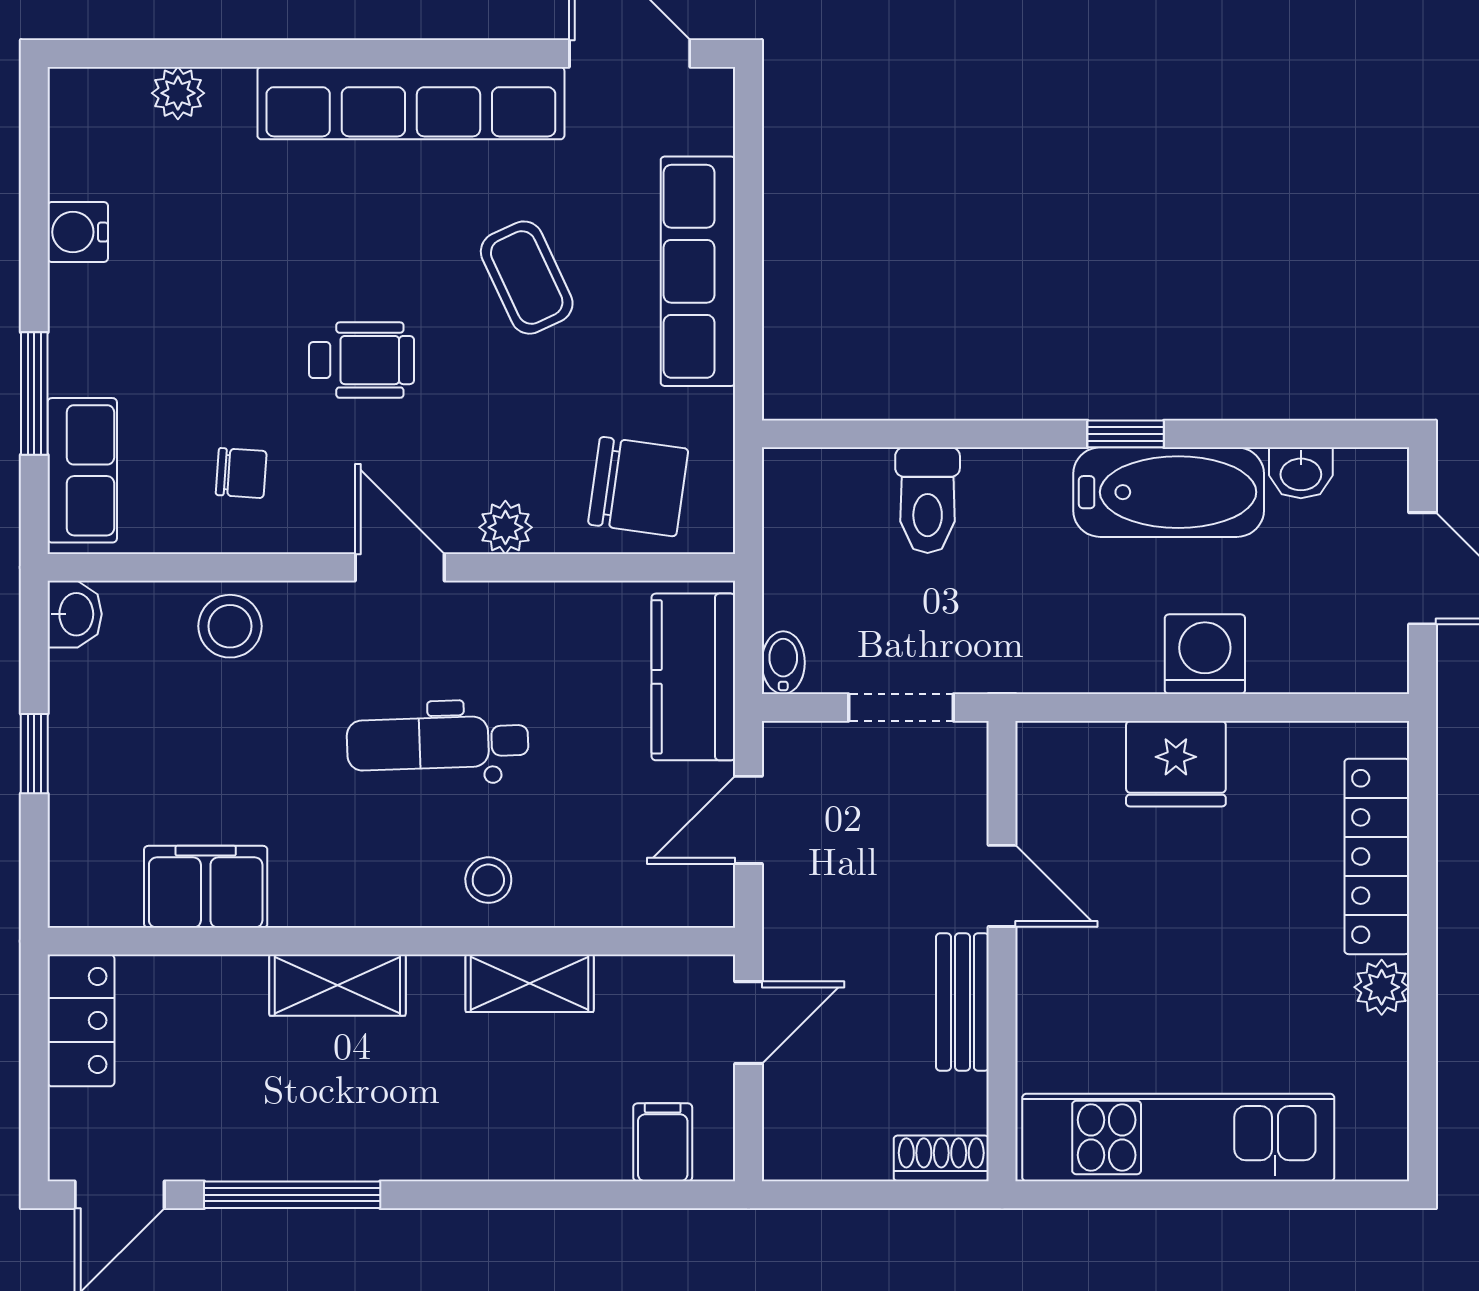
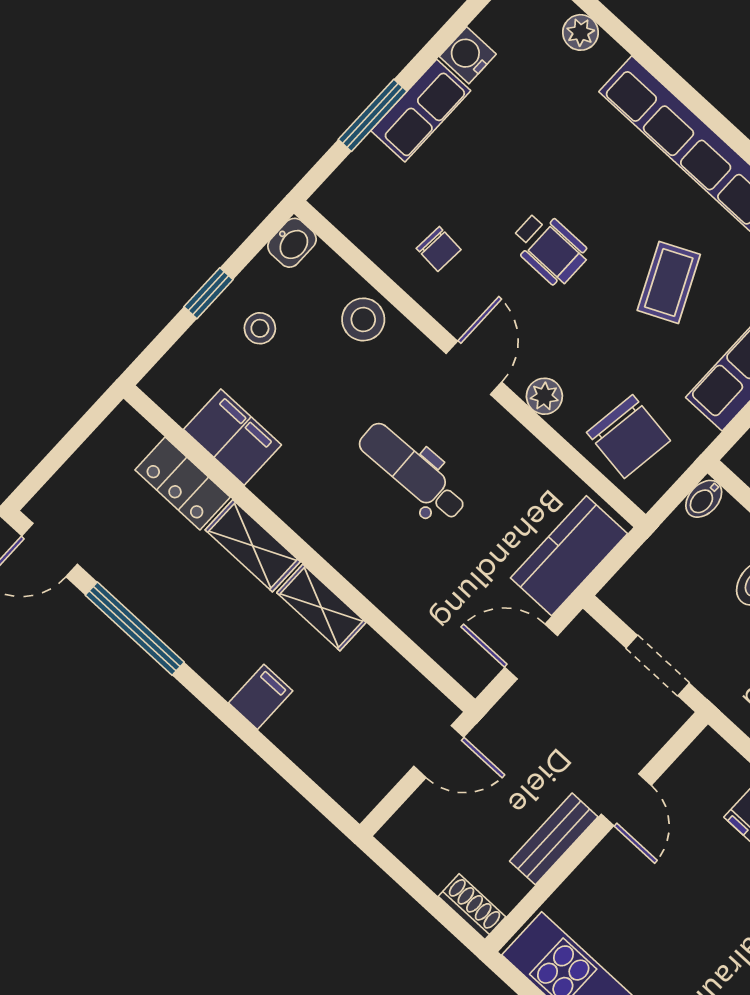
row of seats: (82, 470) -> (421, 111), moved
bidet: (783, 663) -> (704, 499), moved, turned 180
stool: (488, 880) -> (260, 328), moved
shelving: (530, 983) -> (321, 608), moved
locker: (81, 1020) -> (183, 484), moved, turned 90
filing cabinet: (663, 1142) -> (261, 697), moved

